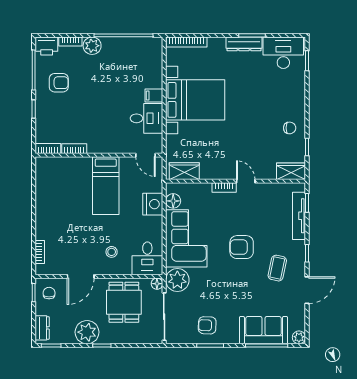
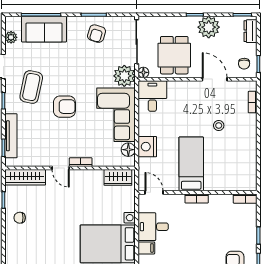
bookcase: (74, 149) -> (197, 198), moved
wardrobe: (291, 171) -> (25, 177), width x1.50
stool: (112, 252) -> (219, 126), moved
coffee table: (277, 268) -> (31, 87), width x1.36, depth x1.30
door: (81, 276) -> (215, 79), hinge flipped
armchair: (207, 325) -> (97, 34), turned 105
plant: (299, 337) -> (11, 37), moved

